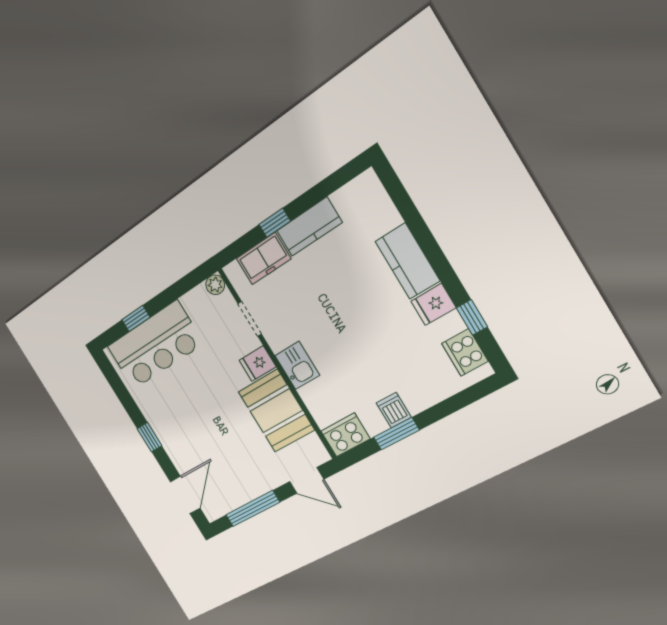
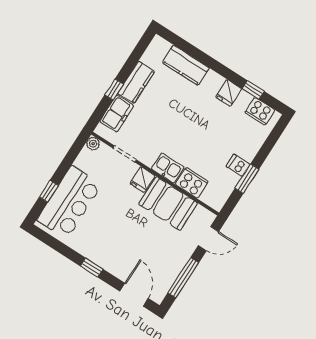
kitchen counter: (408, 261) -> (186, 65), moved
cooker: (345, 435) -> (192, 183), moved, turned 90

